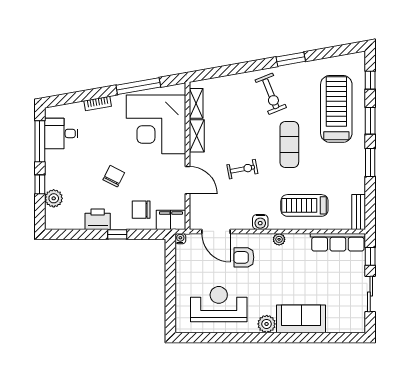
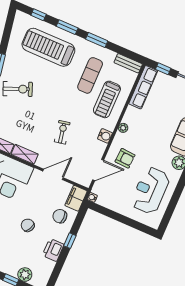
exercise mat: (289, 145) -> (90, 75), moved, turned 90
chair: (141, 210) -> (60, 216), turned 90
armchair: (244, 257) -> (125, 158), turned -87

